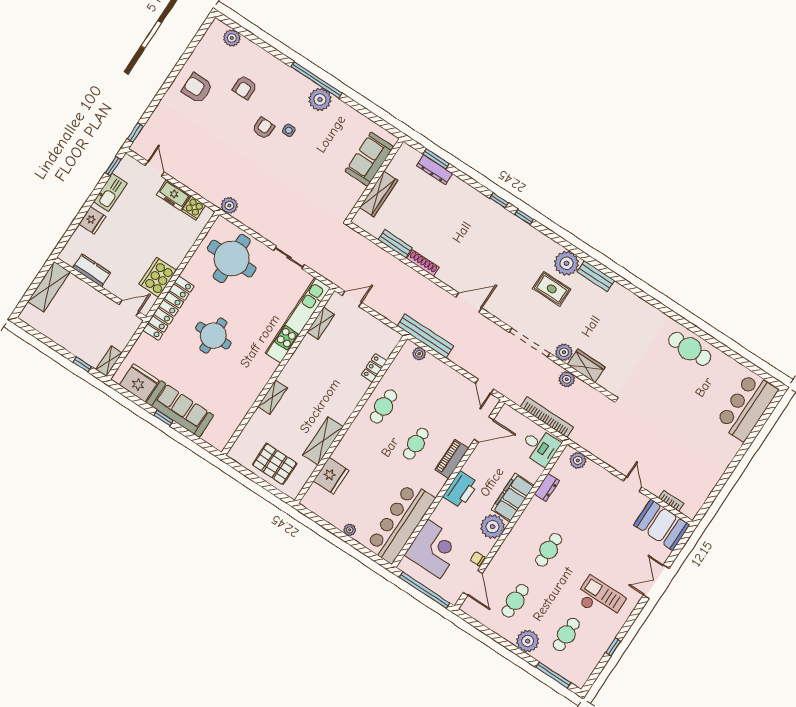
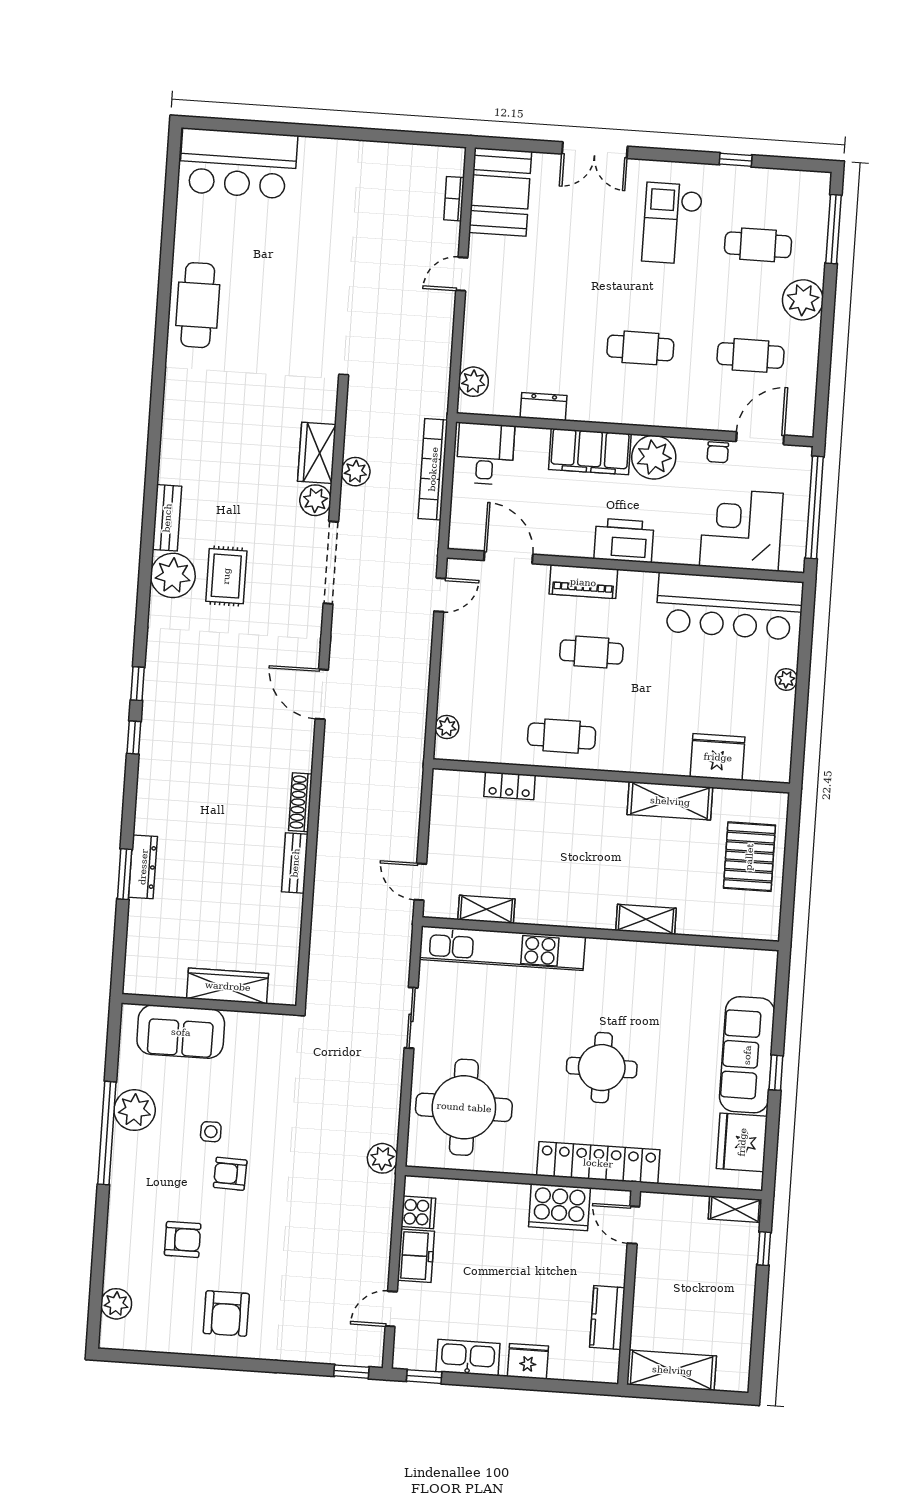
sofa: (369, 159) -> (181, 1032), moved
wall: (375, 180) -> (209, 1004), moved
wardrobe: (379, 194) -> (228, 986), moved
bench: (426, 336) -> (413, 733), removed

